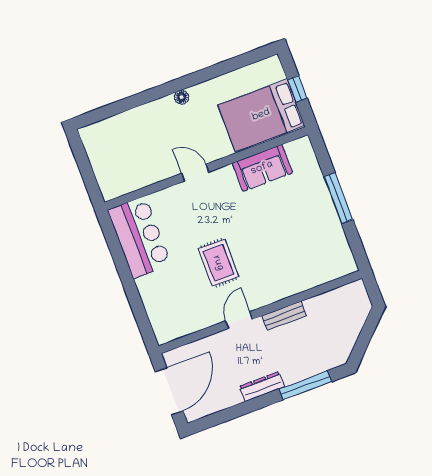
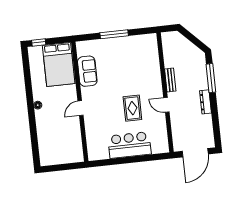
window: (297, 89) -> (39, 42), moved
bar counter: (139, 237) -> (129, 145), moved
rug: (218, 263) -> (132, 108), turned 90
door: (169, 391) -> (195, 153), swing flipped

